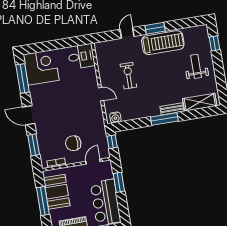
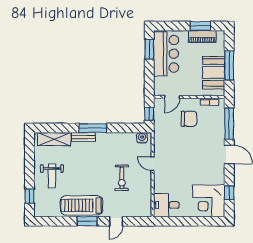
window: (23, 78) -> (229, 193), width x0.46
window: (34, 145) -> (229, 124), width x1.44
window: (119, 182) -> (149, 49), moved

